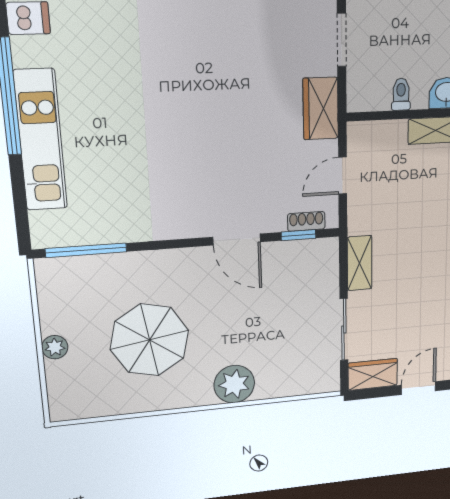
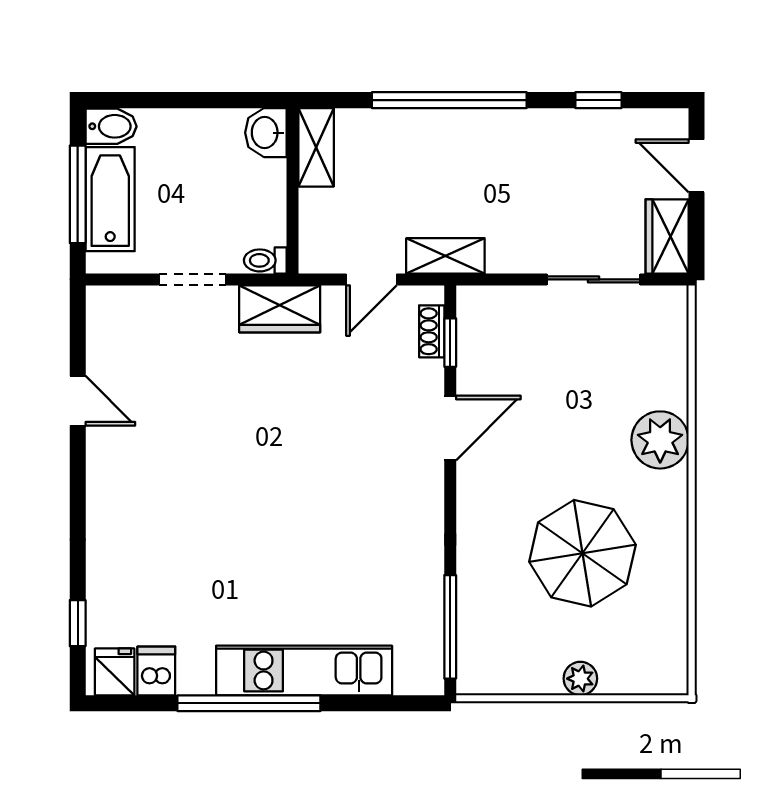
toilet: (401, 94) -> (265, 260), moved
door: (343, 176) -> (371, 279), hinge flipped
shelving: (360, 263) -> (445, 256), moved

